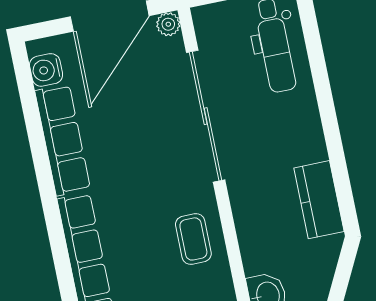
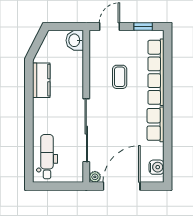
row of seats: (63, 140) -> (156, 124), width x0.68
coffee table: (193, 239) -> (120, 77), moved

